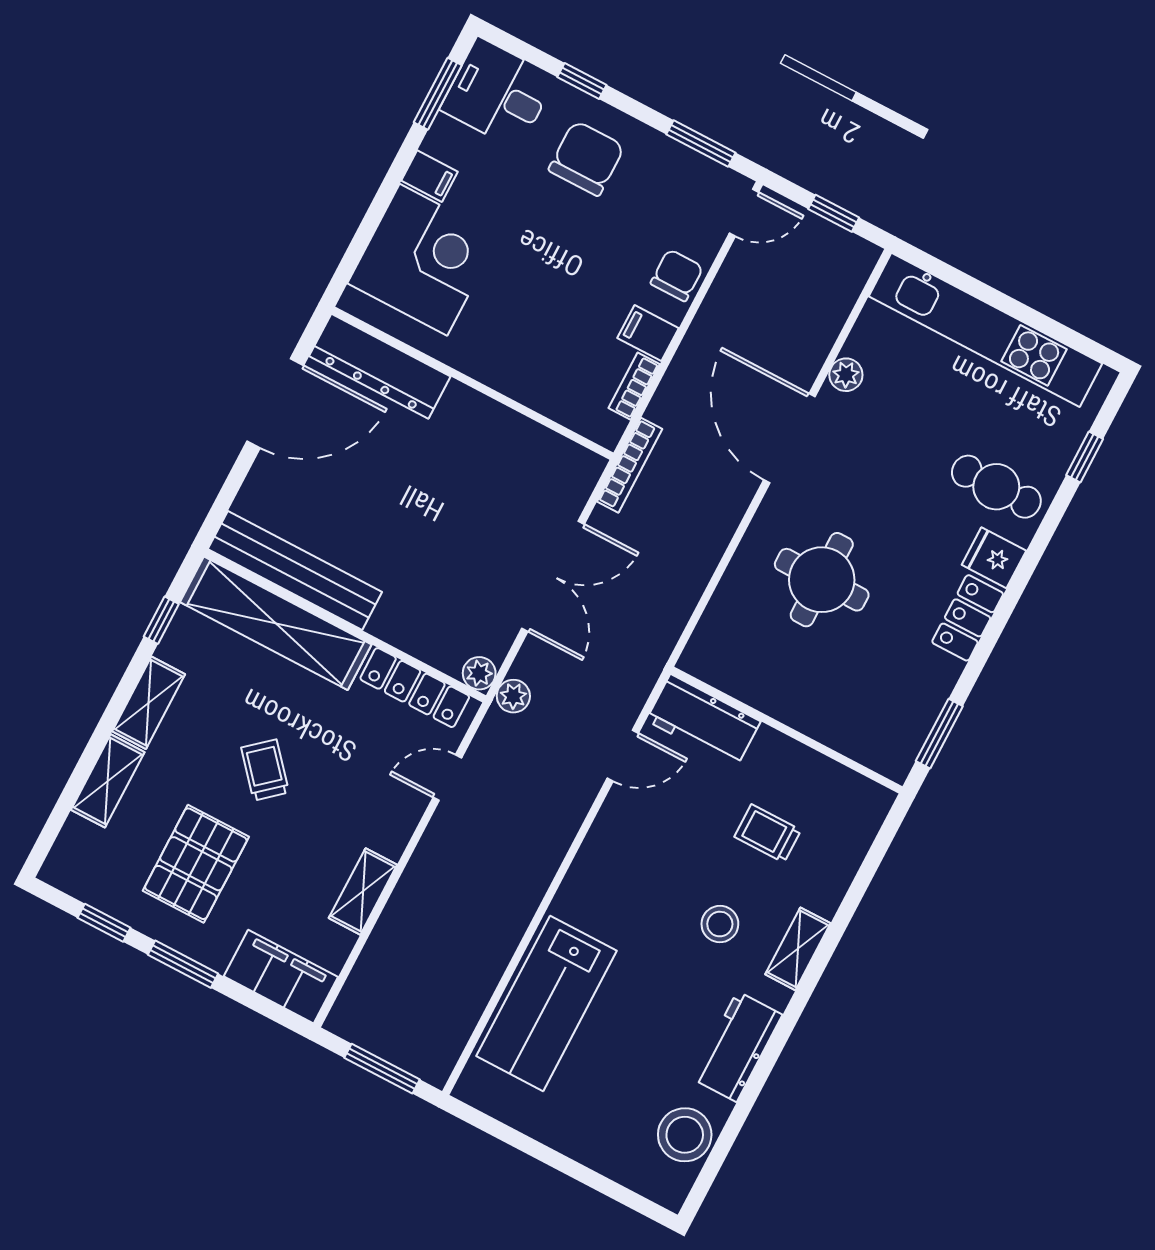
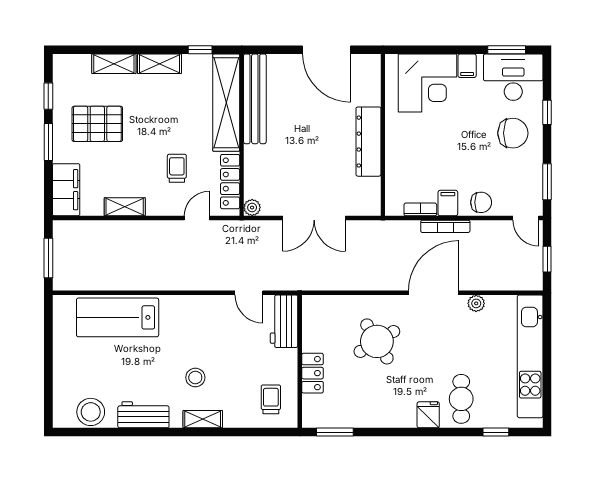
desk: (498, 93) -> (513, 77), width x1.37
dresser: (380, 366) -> (368, 142), moved
bookcase: (630, 465) -> (445, 226), moved
round table: (822, 580) -> (377, 341), turned -31
locker: (968, 618) -> (313, 373), moved, turned 90
plant: (513, 696) -> (250, 229), removed
trolley: (265, 770) -> (177, 168), moved, turned -49
door: (447, 778) -> (197, 218), hinge flipped
trolley: (768, 833) -> (271, 399), moved

